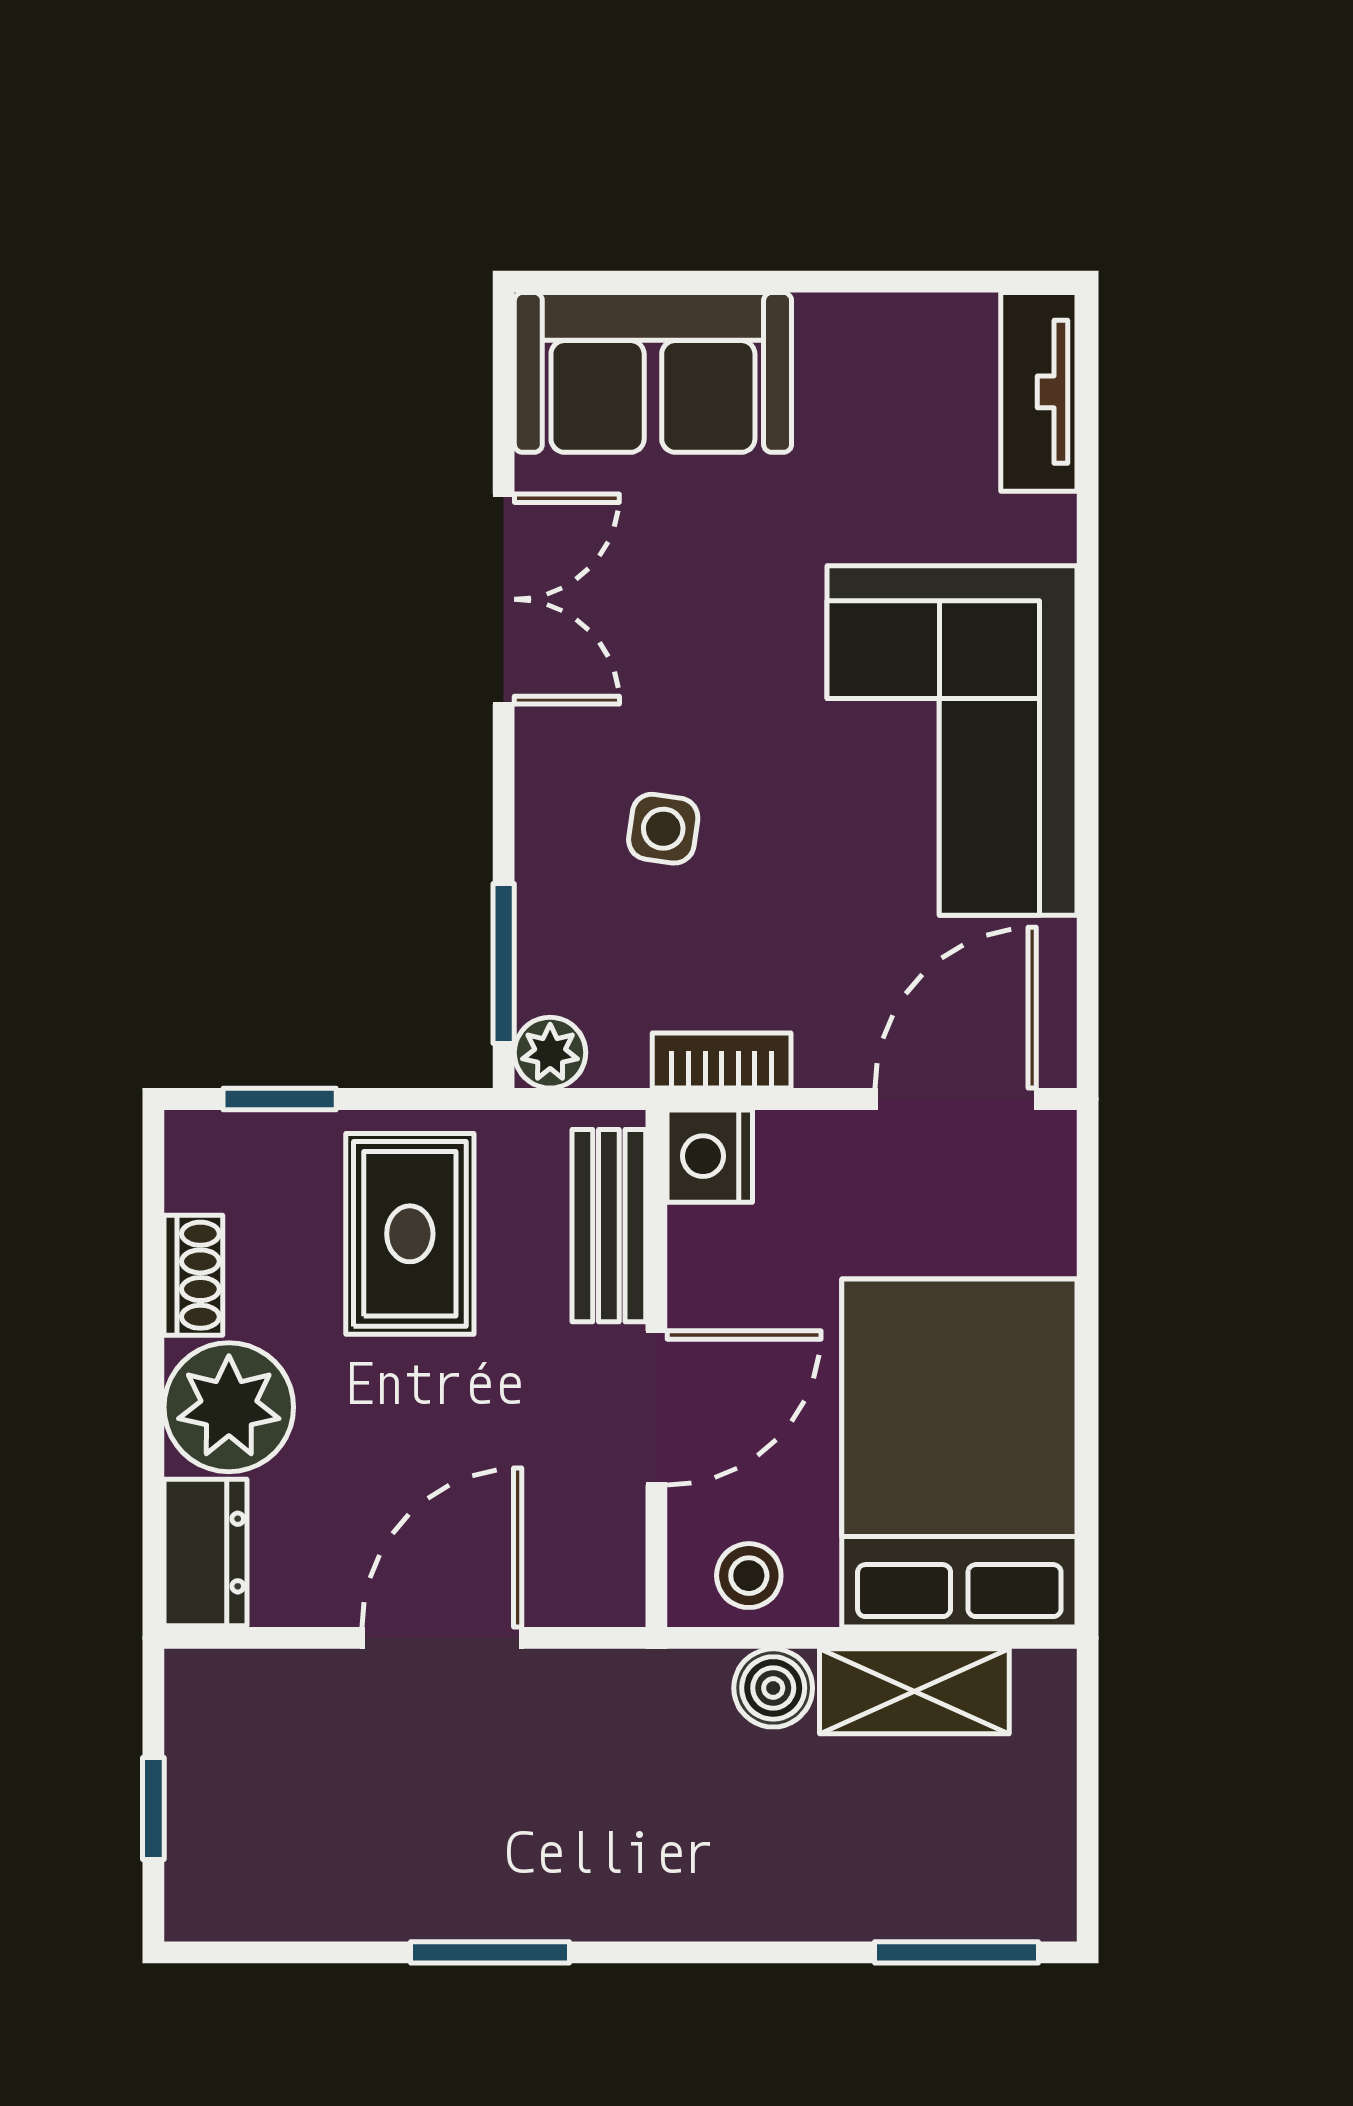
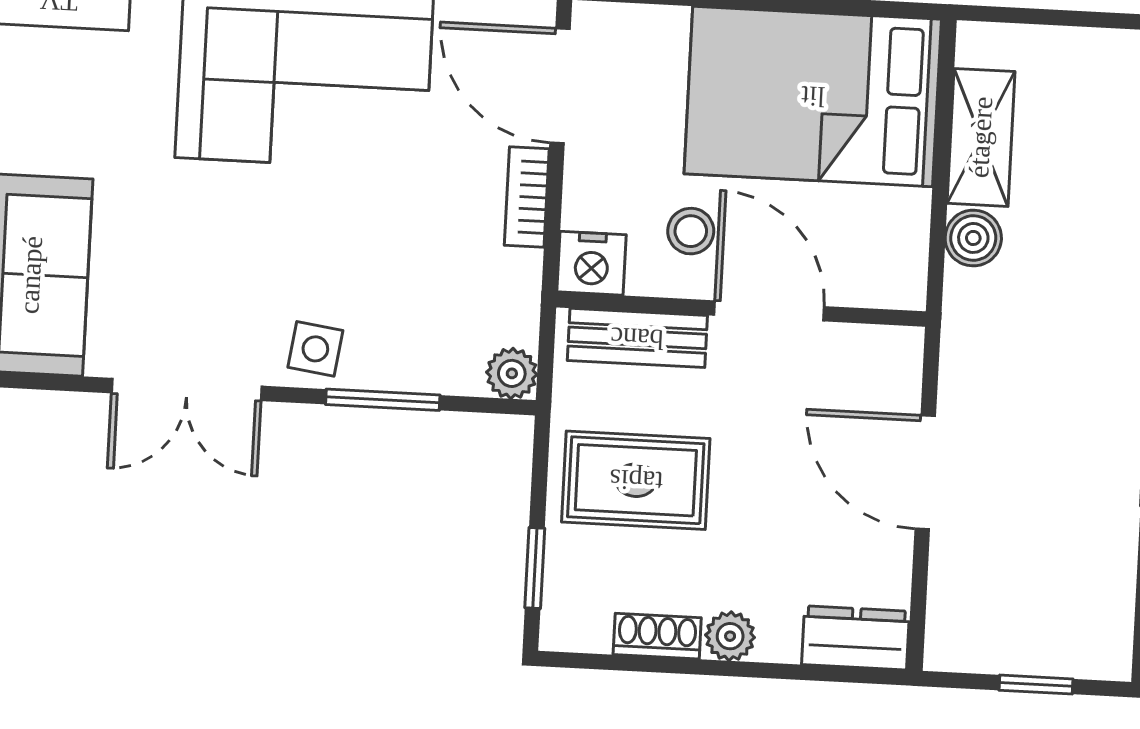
double door: (504, 599) -> (187, 390), swing flipped
side table: (663, 829) -> (315, 349), moved
window: (504, 963) -> (383, 400), moved
bookcase: (722, 1061) -> (527, 197), moved
plant: (229, 1407) -> (730, 636), width x0.53, depth x0.53
stool: (749, 1576) -> (691, 231), moved

